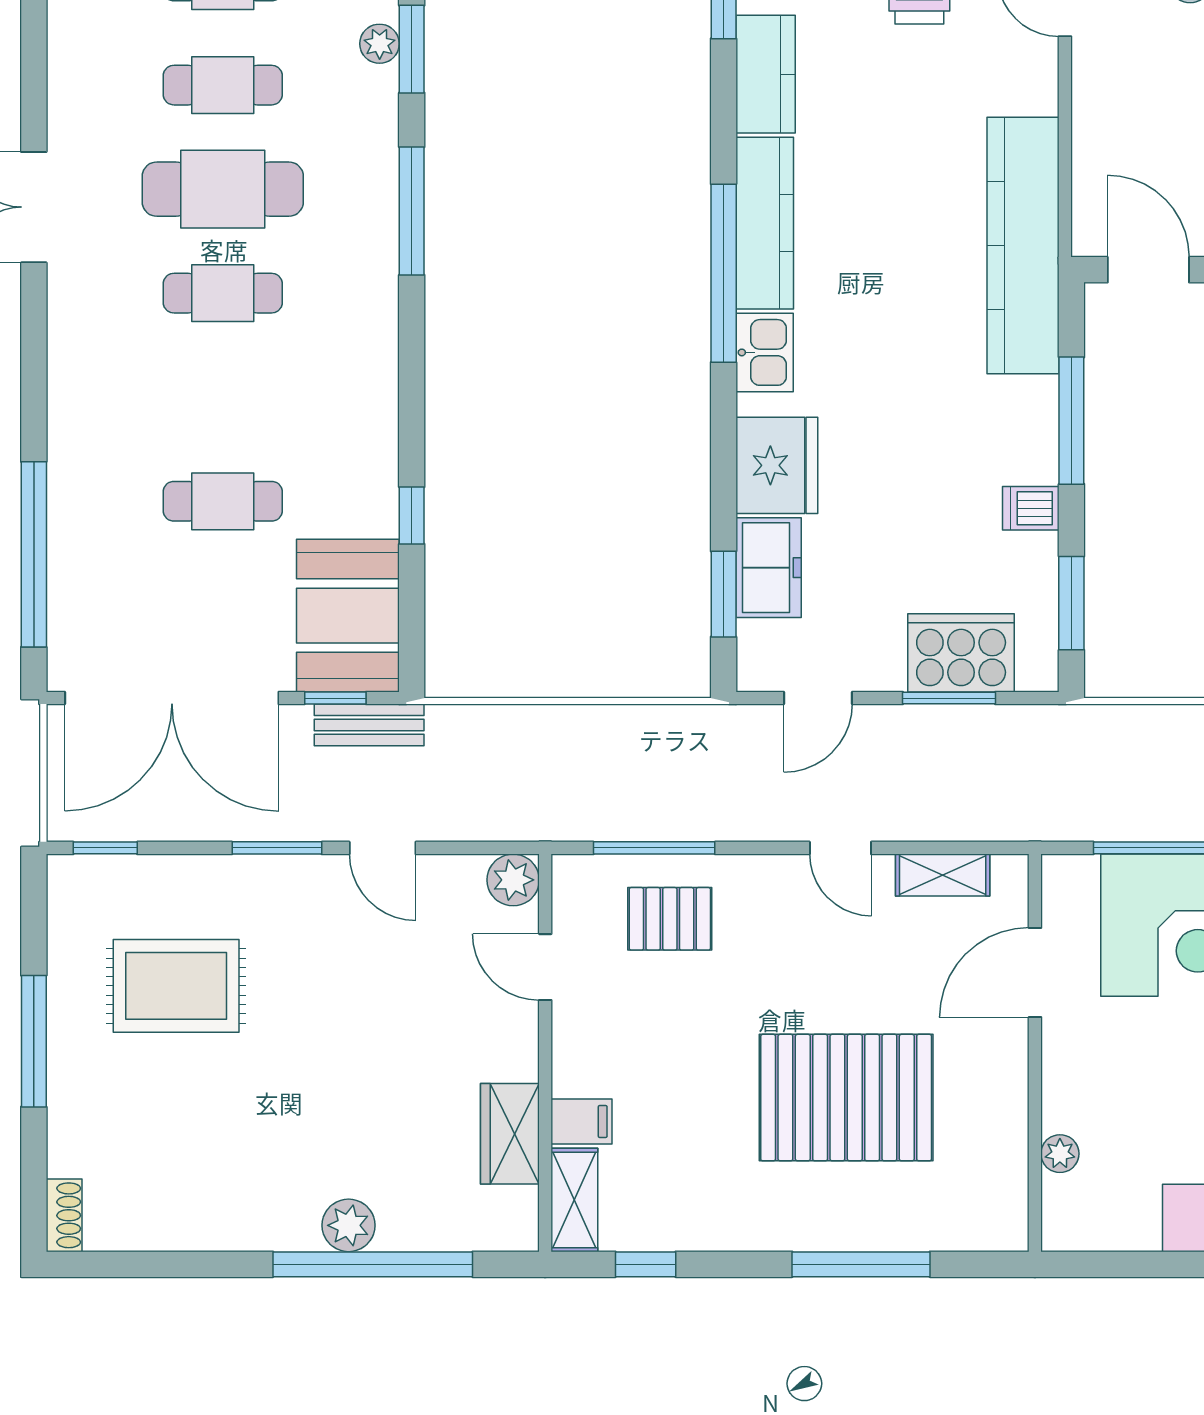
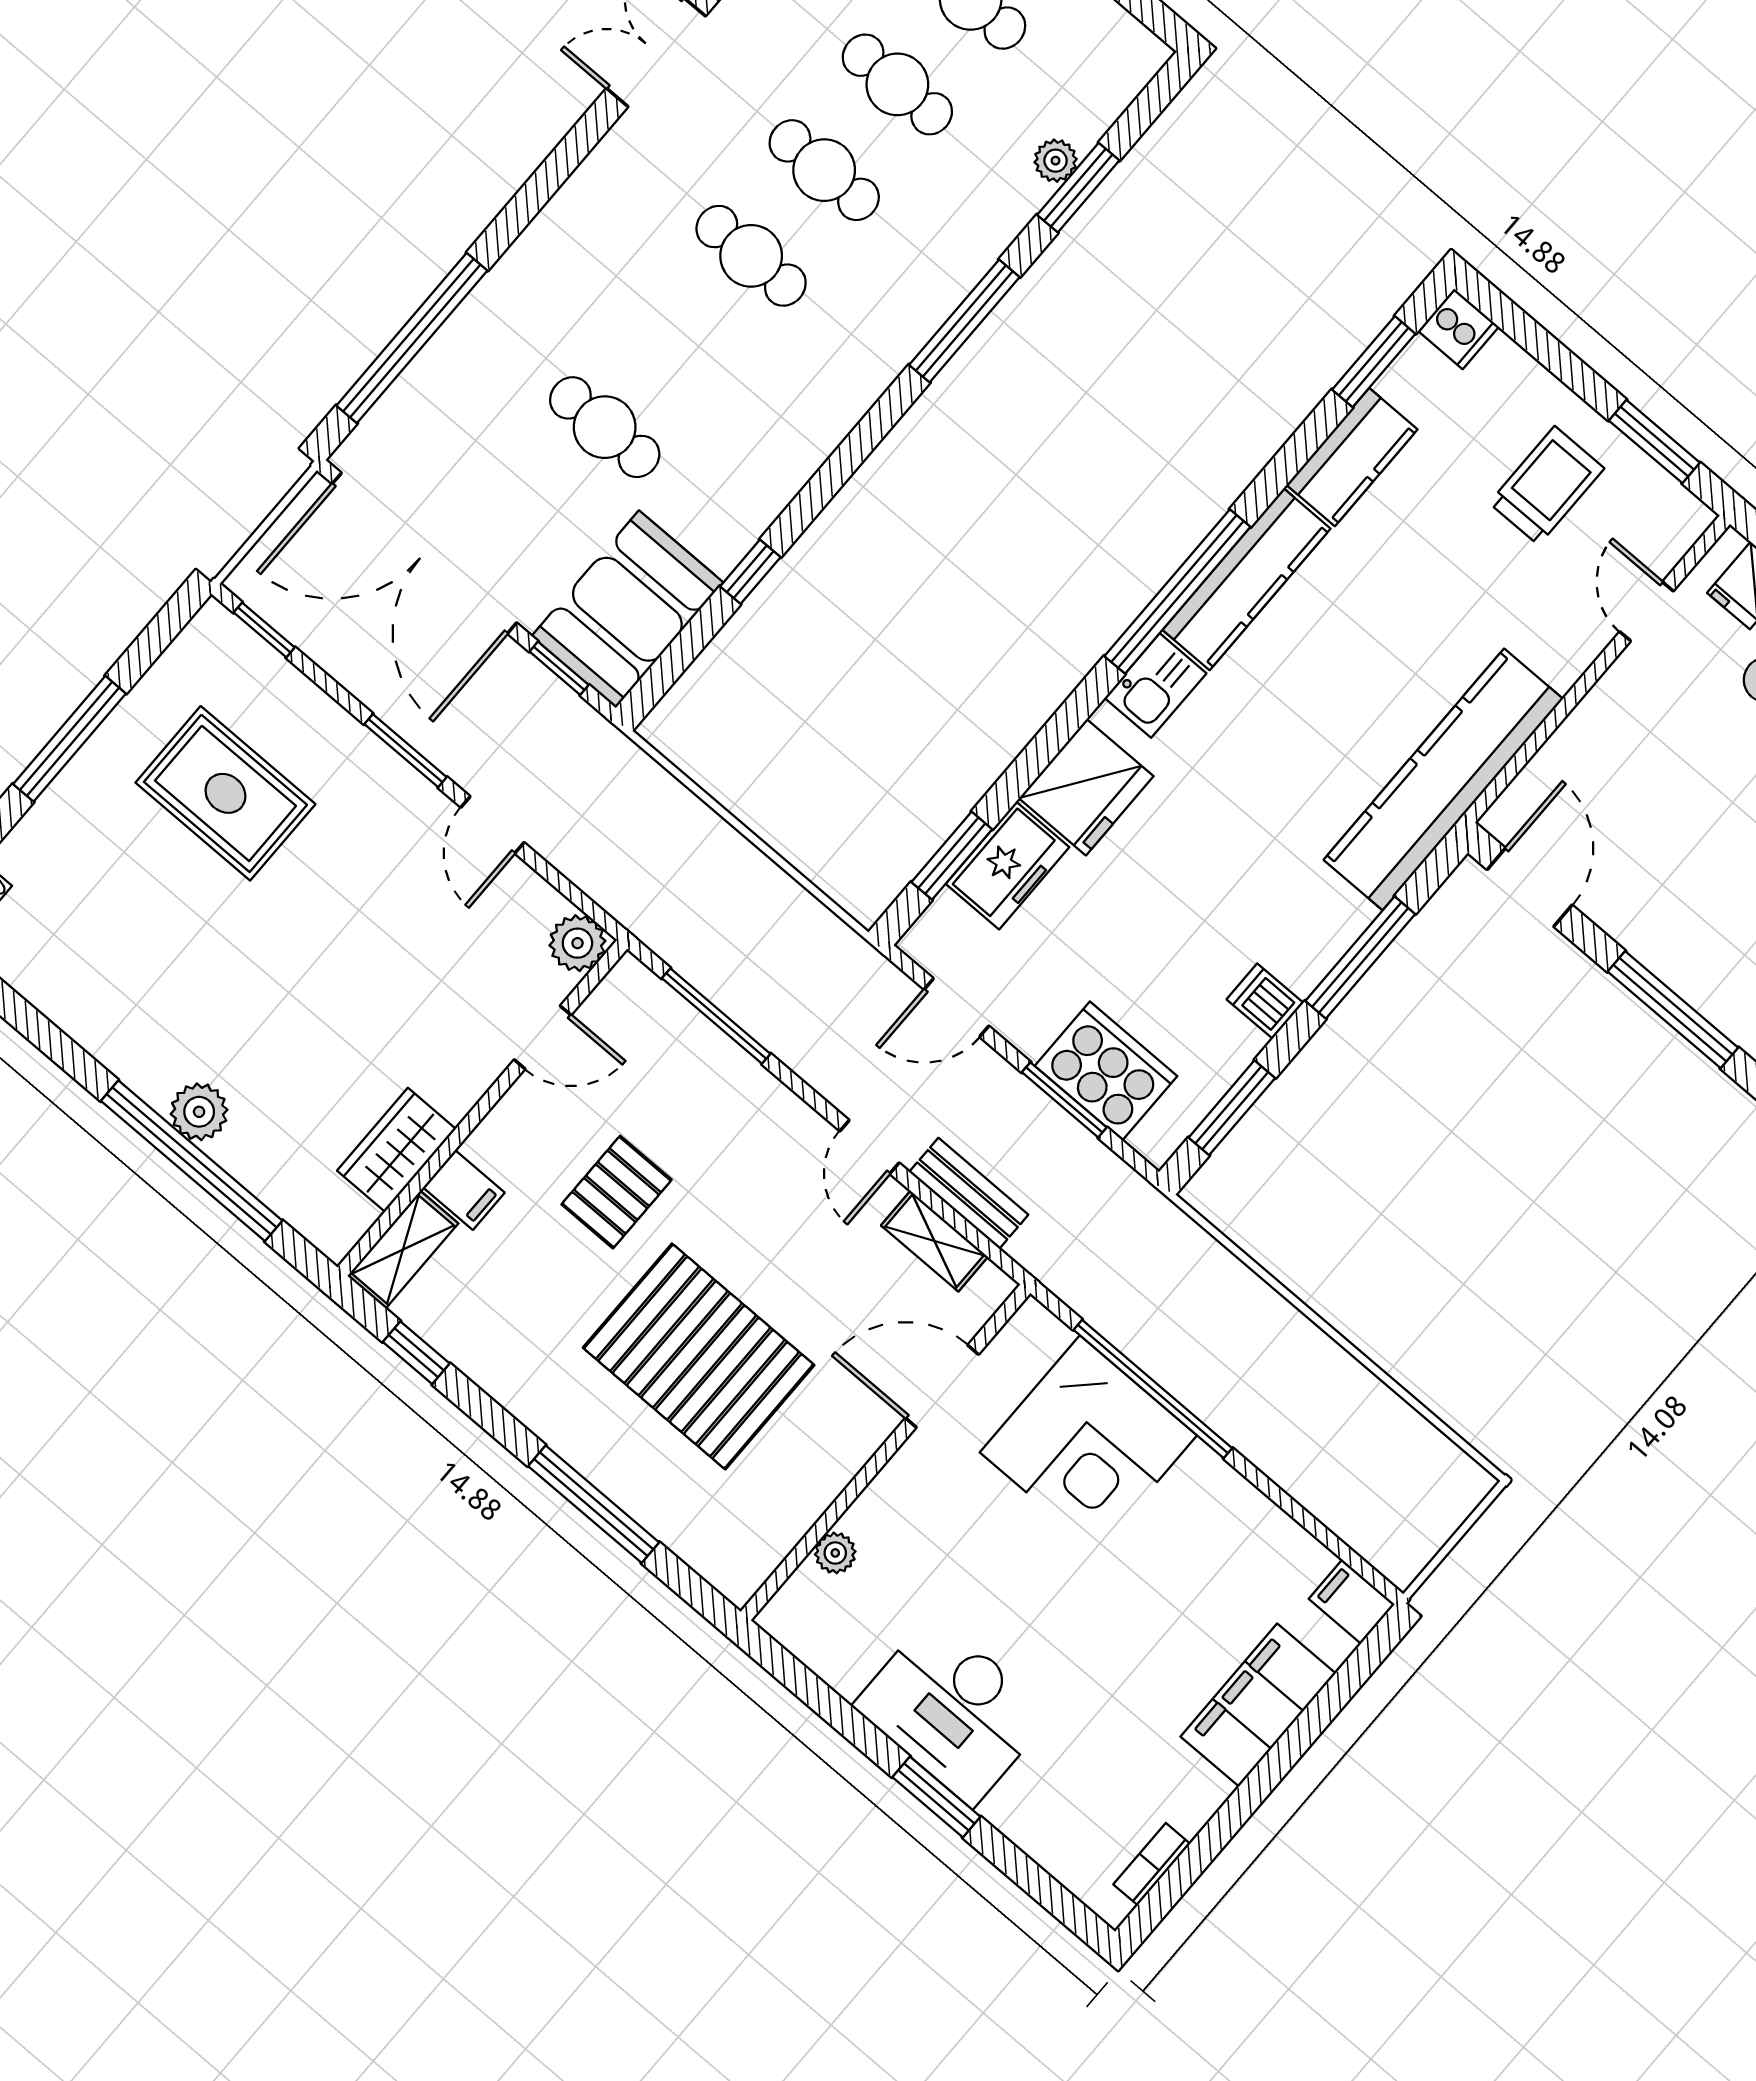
cafe table: (223, 189) -> (824, 170), width x0.73, depth x0.74
bench: (369, 725) -> (969, 1193), moved
pallet: (670, 919) -> (617, 1192), moved, turned 90
door: (545, 967) -> (543, 1037), swing flipped

